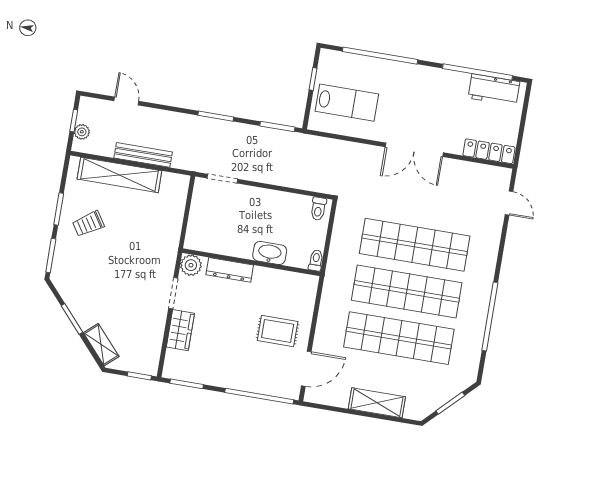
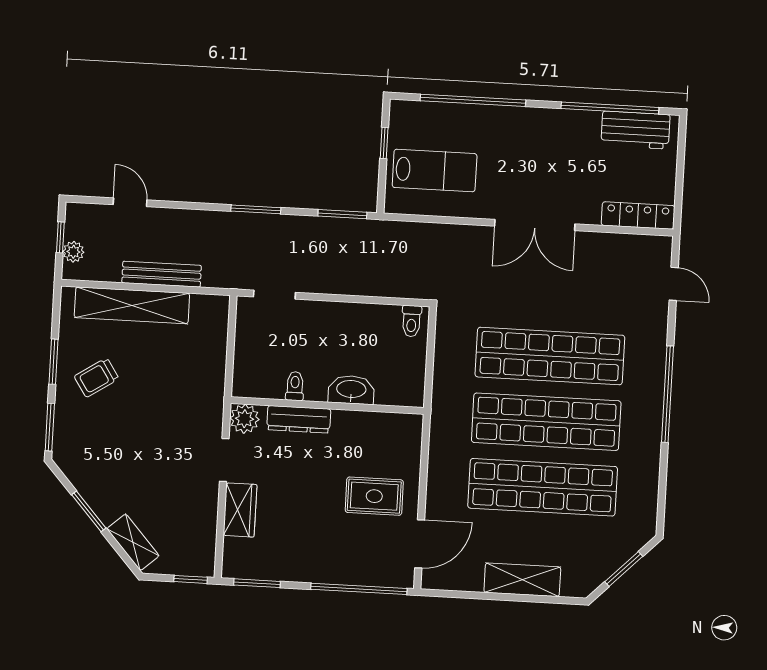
toilet: (316, 260) -> (295, 386), moved
window: (490, 317) -> (668, 394), moved

